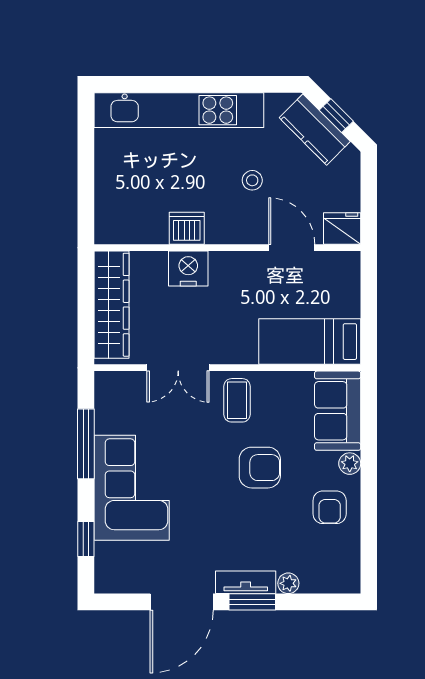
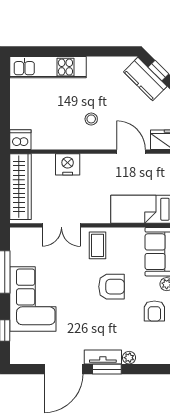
kitchen unit: (179, 110) -> (48, 67), width x0.73
stool: (252, 180) -> (91, 119), moved
dishwasher: (187, 228) -> (20, 140), moved

